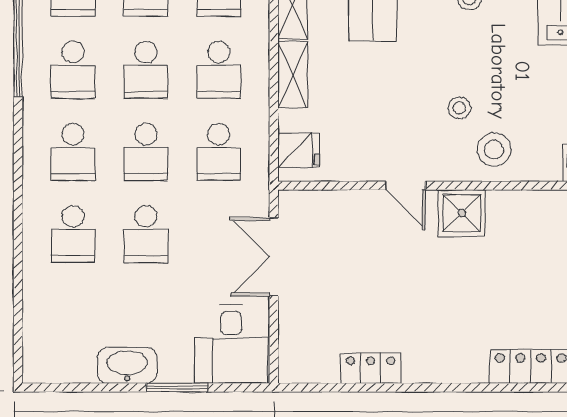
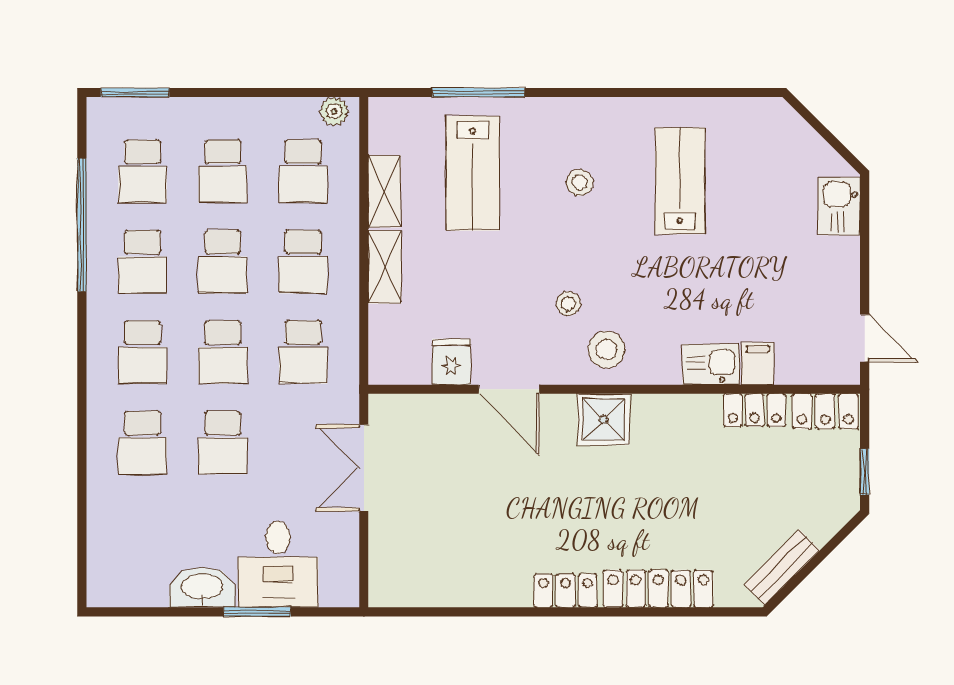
fridge: (299, 150) -> (451, 362), moved, turned -90
door: (405, 186) -> (509, 389), width x1.38
shower: (462, 213) -> (604, 419), moved
desk: (231, 344) -> (278, 564), moved
locker: (371, 368) -> (566, 591), moved

